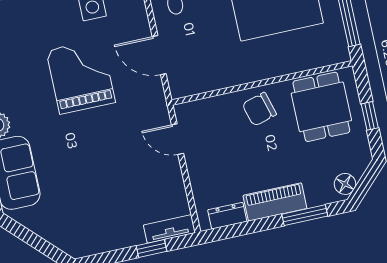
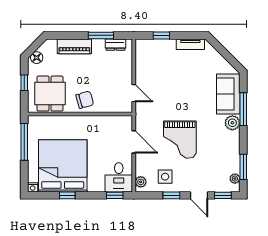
floor lamp: (345, 184) -> (37, 58), moved
piano: (275, 202) -> (74, 46), moved
window: (305, 215) -> (101, 35), moved
tv unit: (169, 229) -> (190, 44), moved

